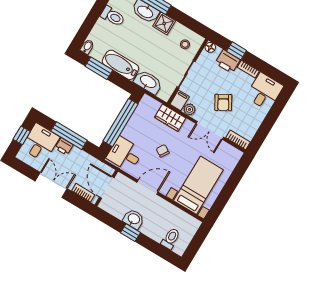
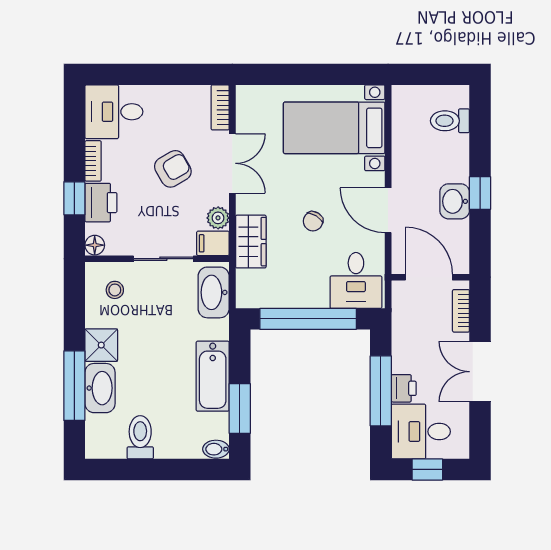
washbasin: (148, 82) -> (214, 292), moved
door: (107, 187) -> (429, 277), swing flipped

